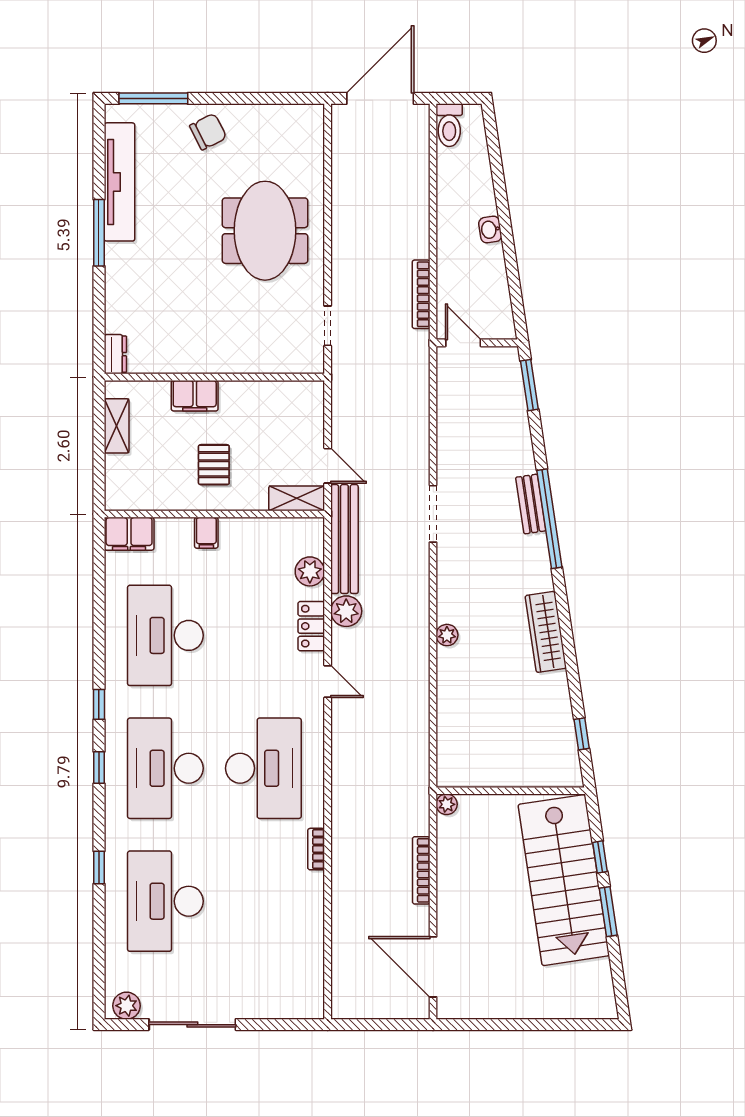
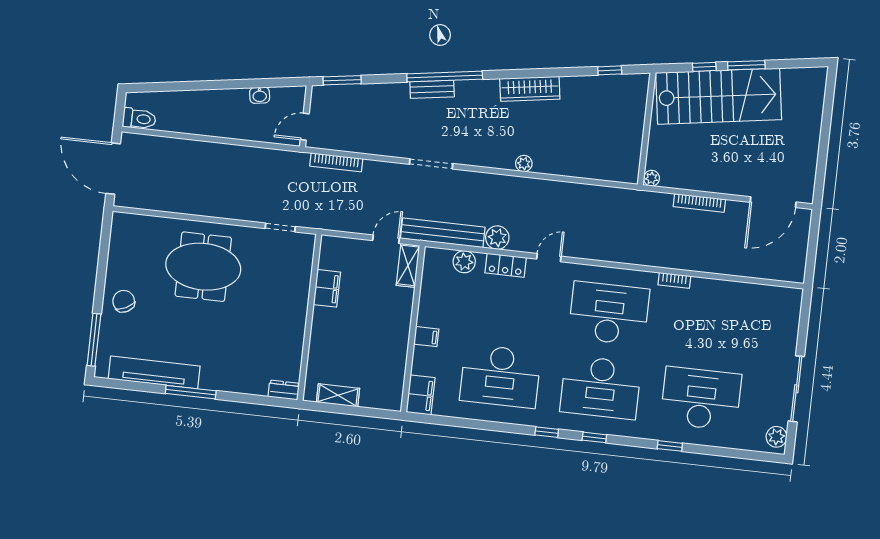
washbasin: (490, 230) -> (260, 95), moved
bookcase: (421, 294) -> (336, 162), moved
filing cabinet: (195, 396) -> (327, 288), moved
pallet: (214, 465) -> (376, 325), removed
desk: (165, 901) -> (701, 399), turned 180

